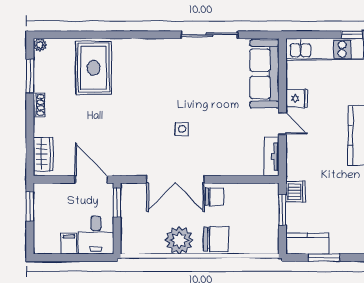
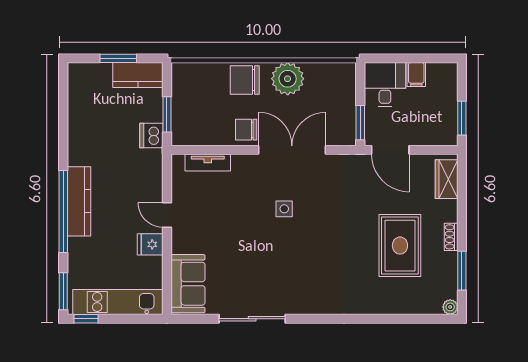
rug: (93, 68) -> (400, 246), moved
sofa: (264, 74) -> (188, 284), width x0.73
tv unit: (272, 156) -> (208, 163), moved, turned 90

